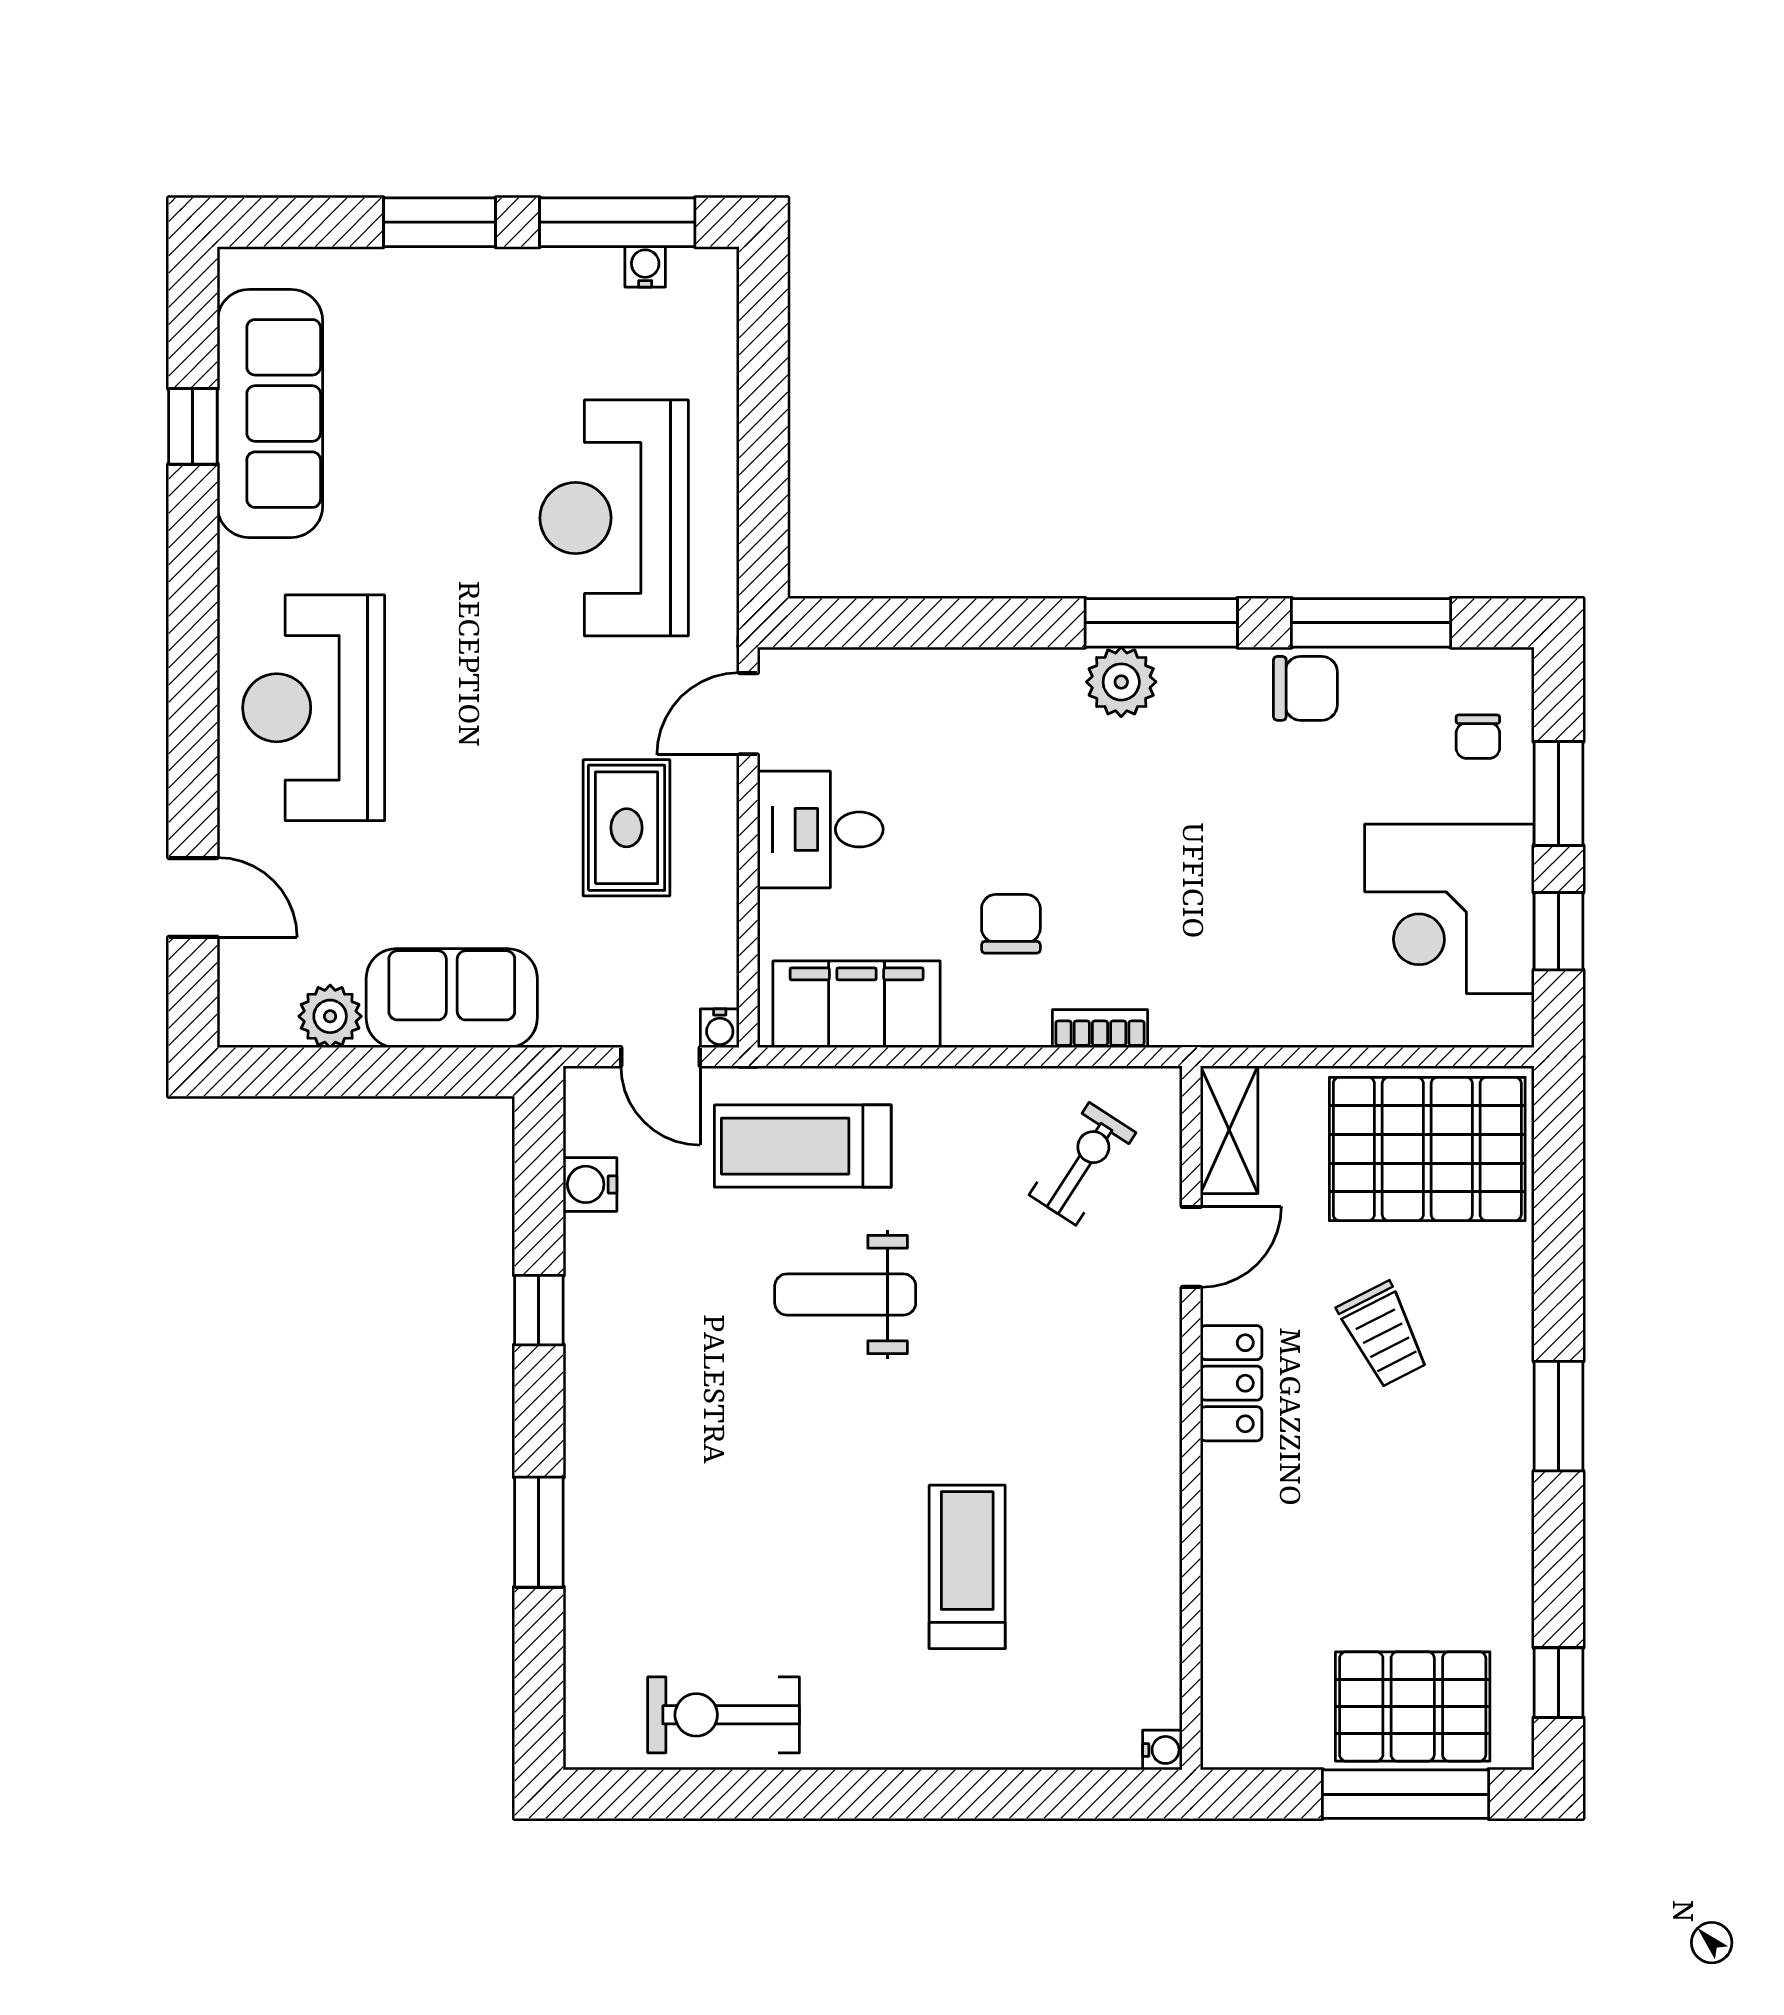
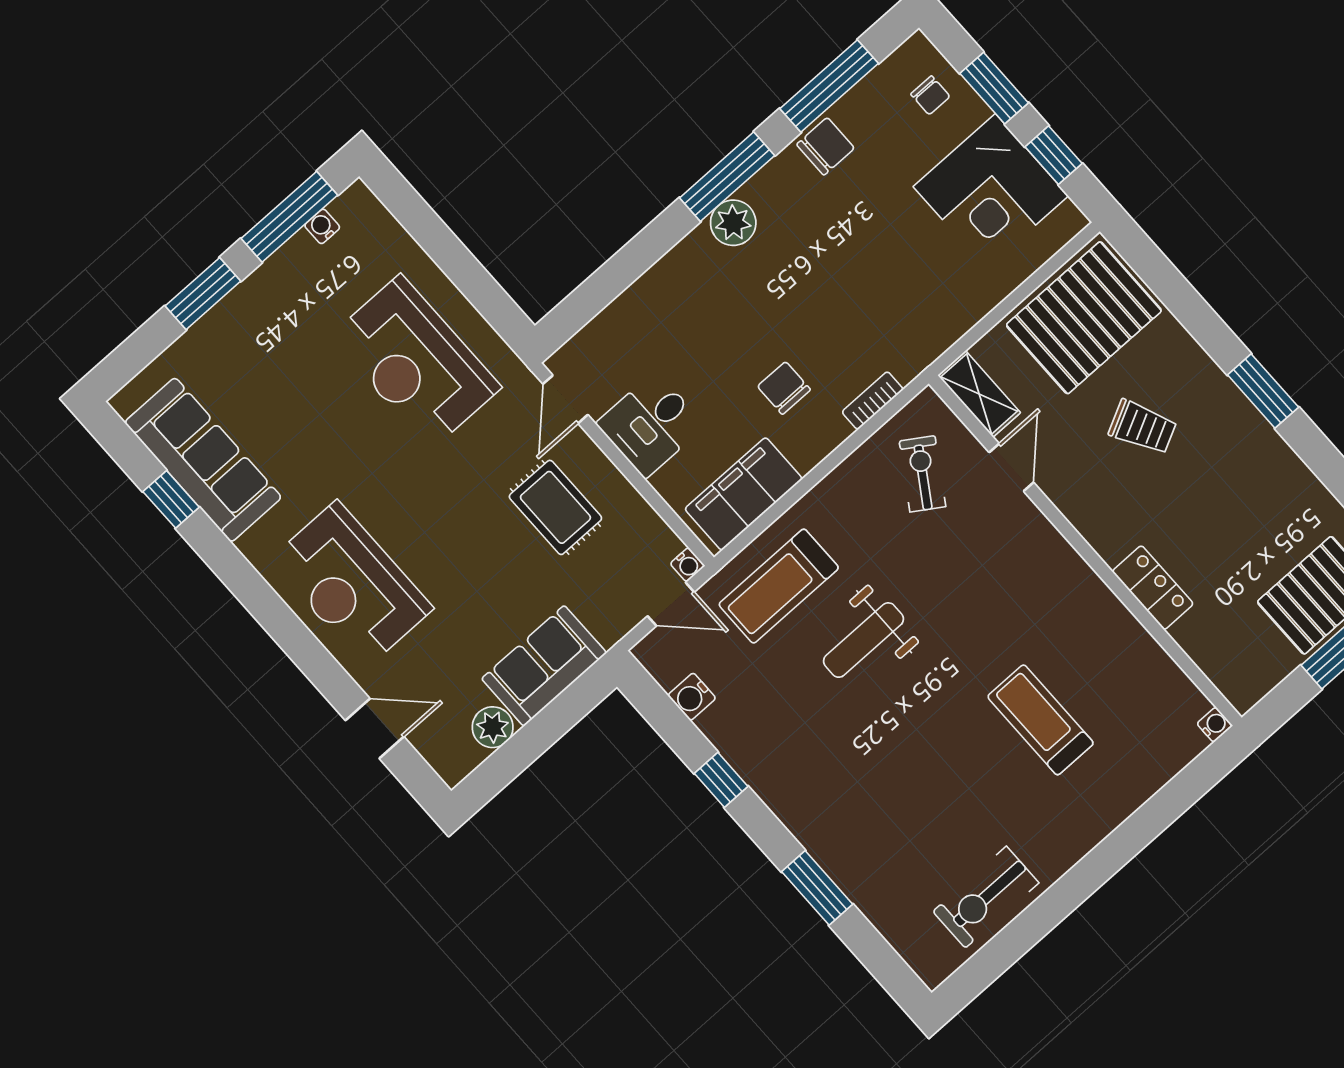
locker: (1231, 1383) -> (1153, 588), moved

